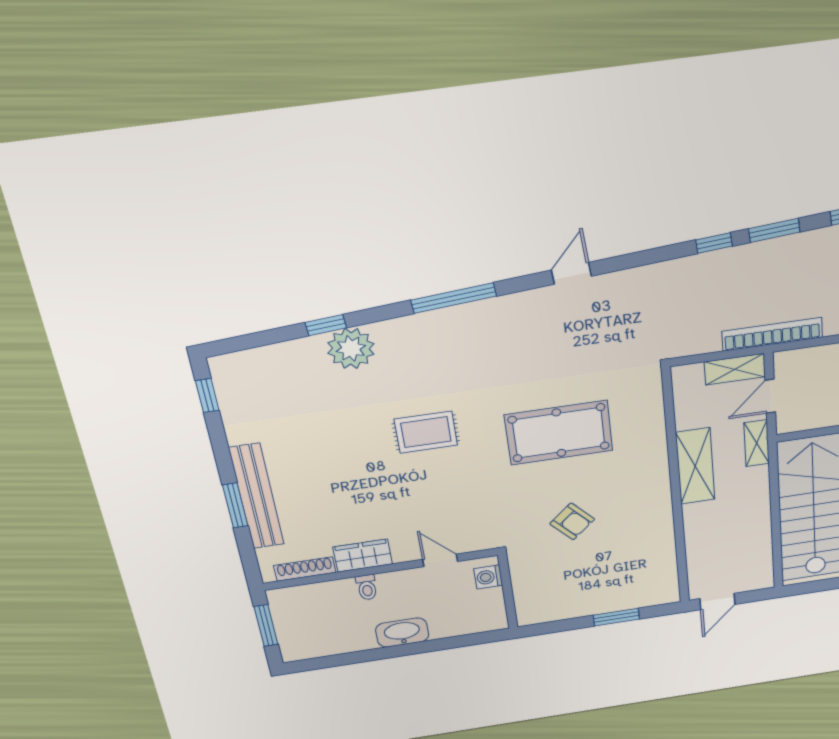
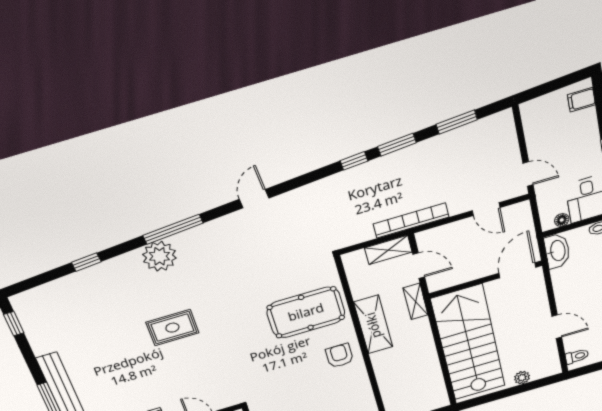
plant: (351, 348) -> (159, 256), moved
door: (770, 396) -> (419, 266), swing flipped
pool table: (559, 433) -> (306, 312), moved
armchair: (572, 521) -> (339, 356), moved, turned -138

